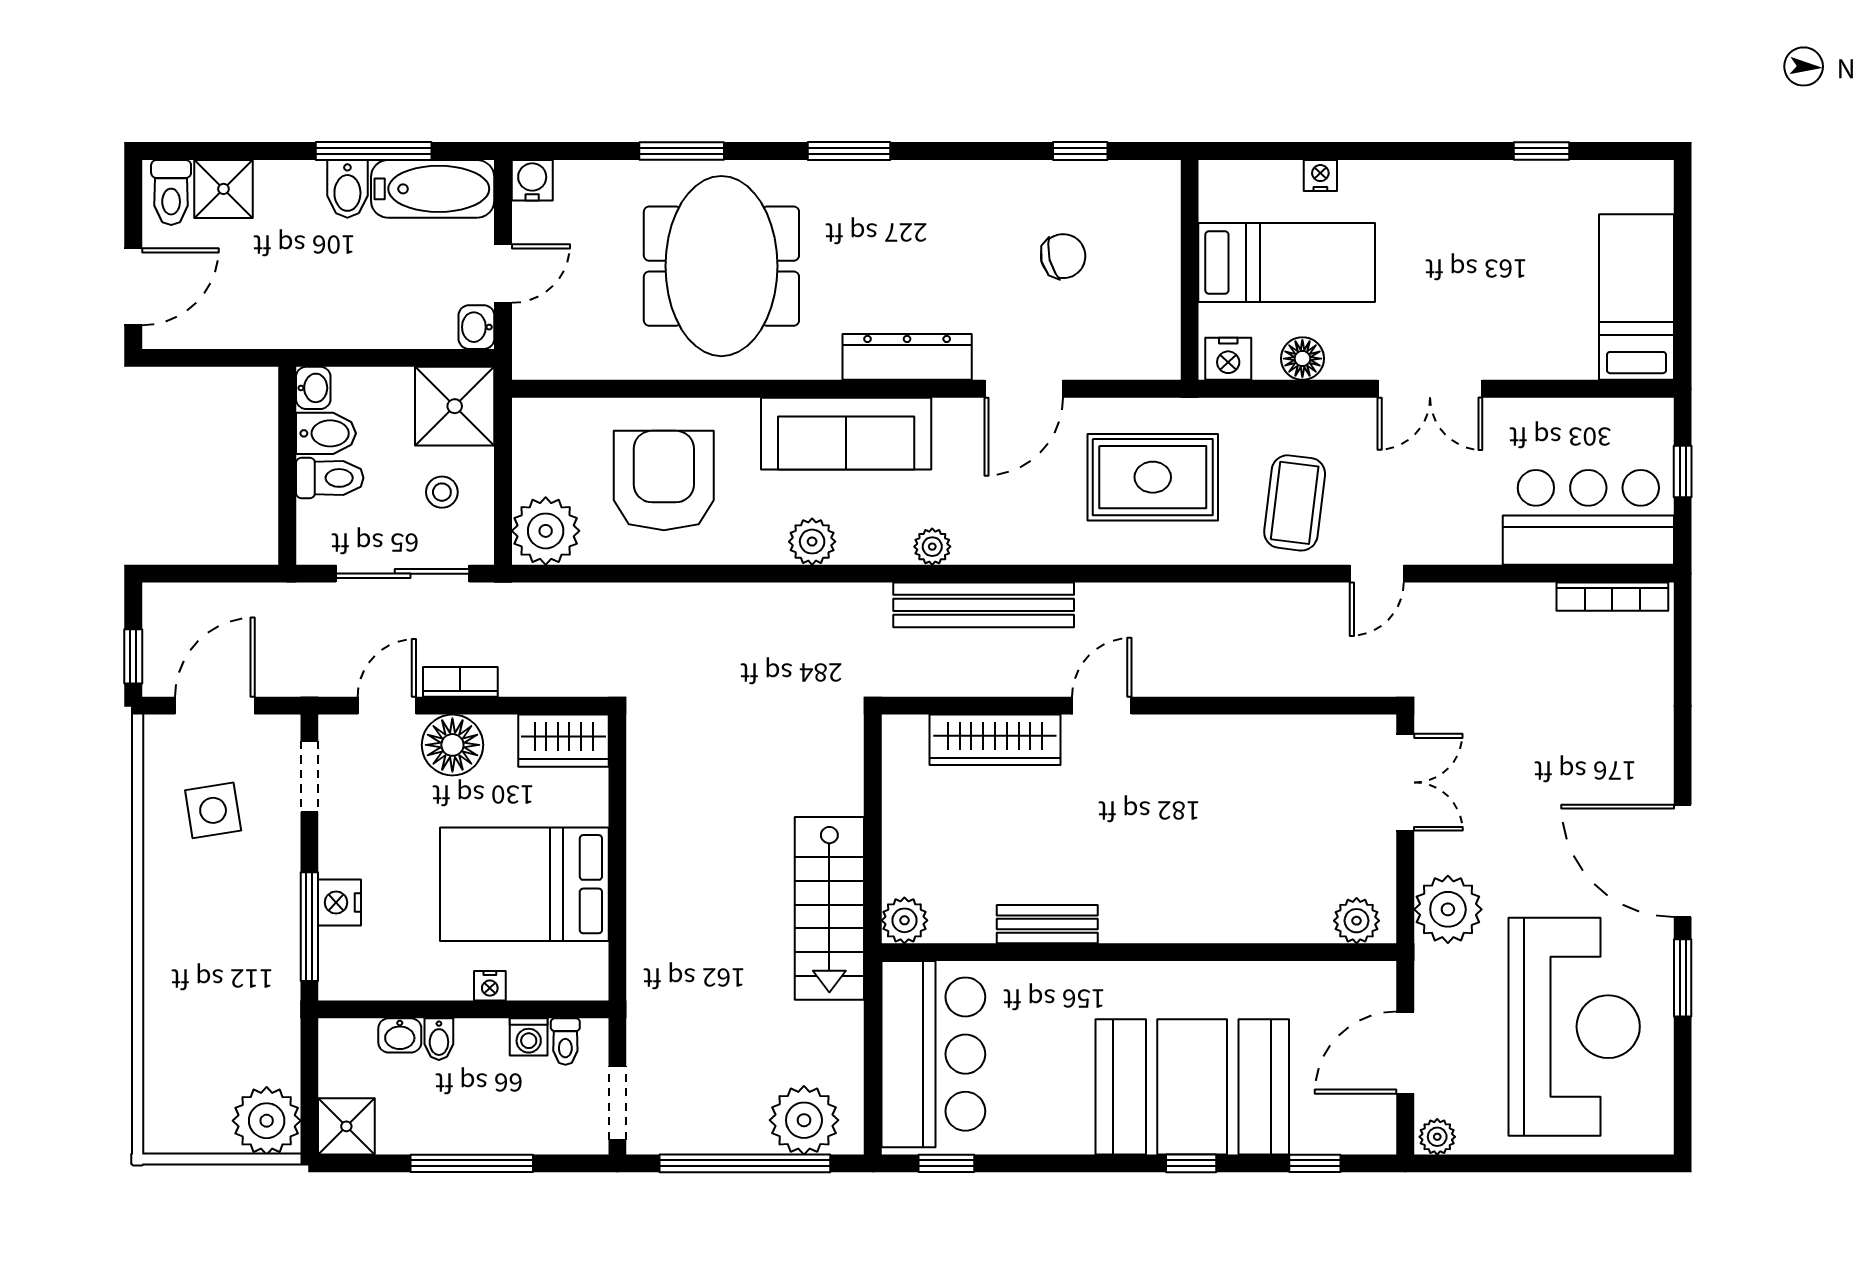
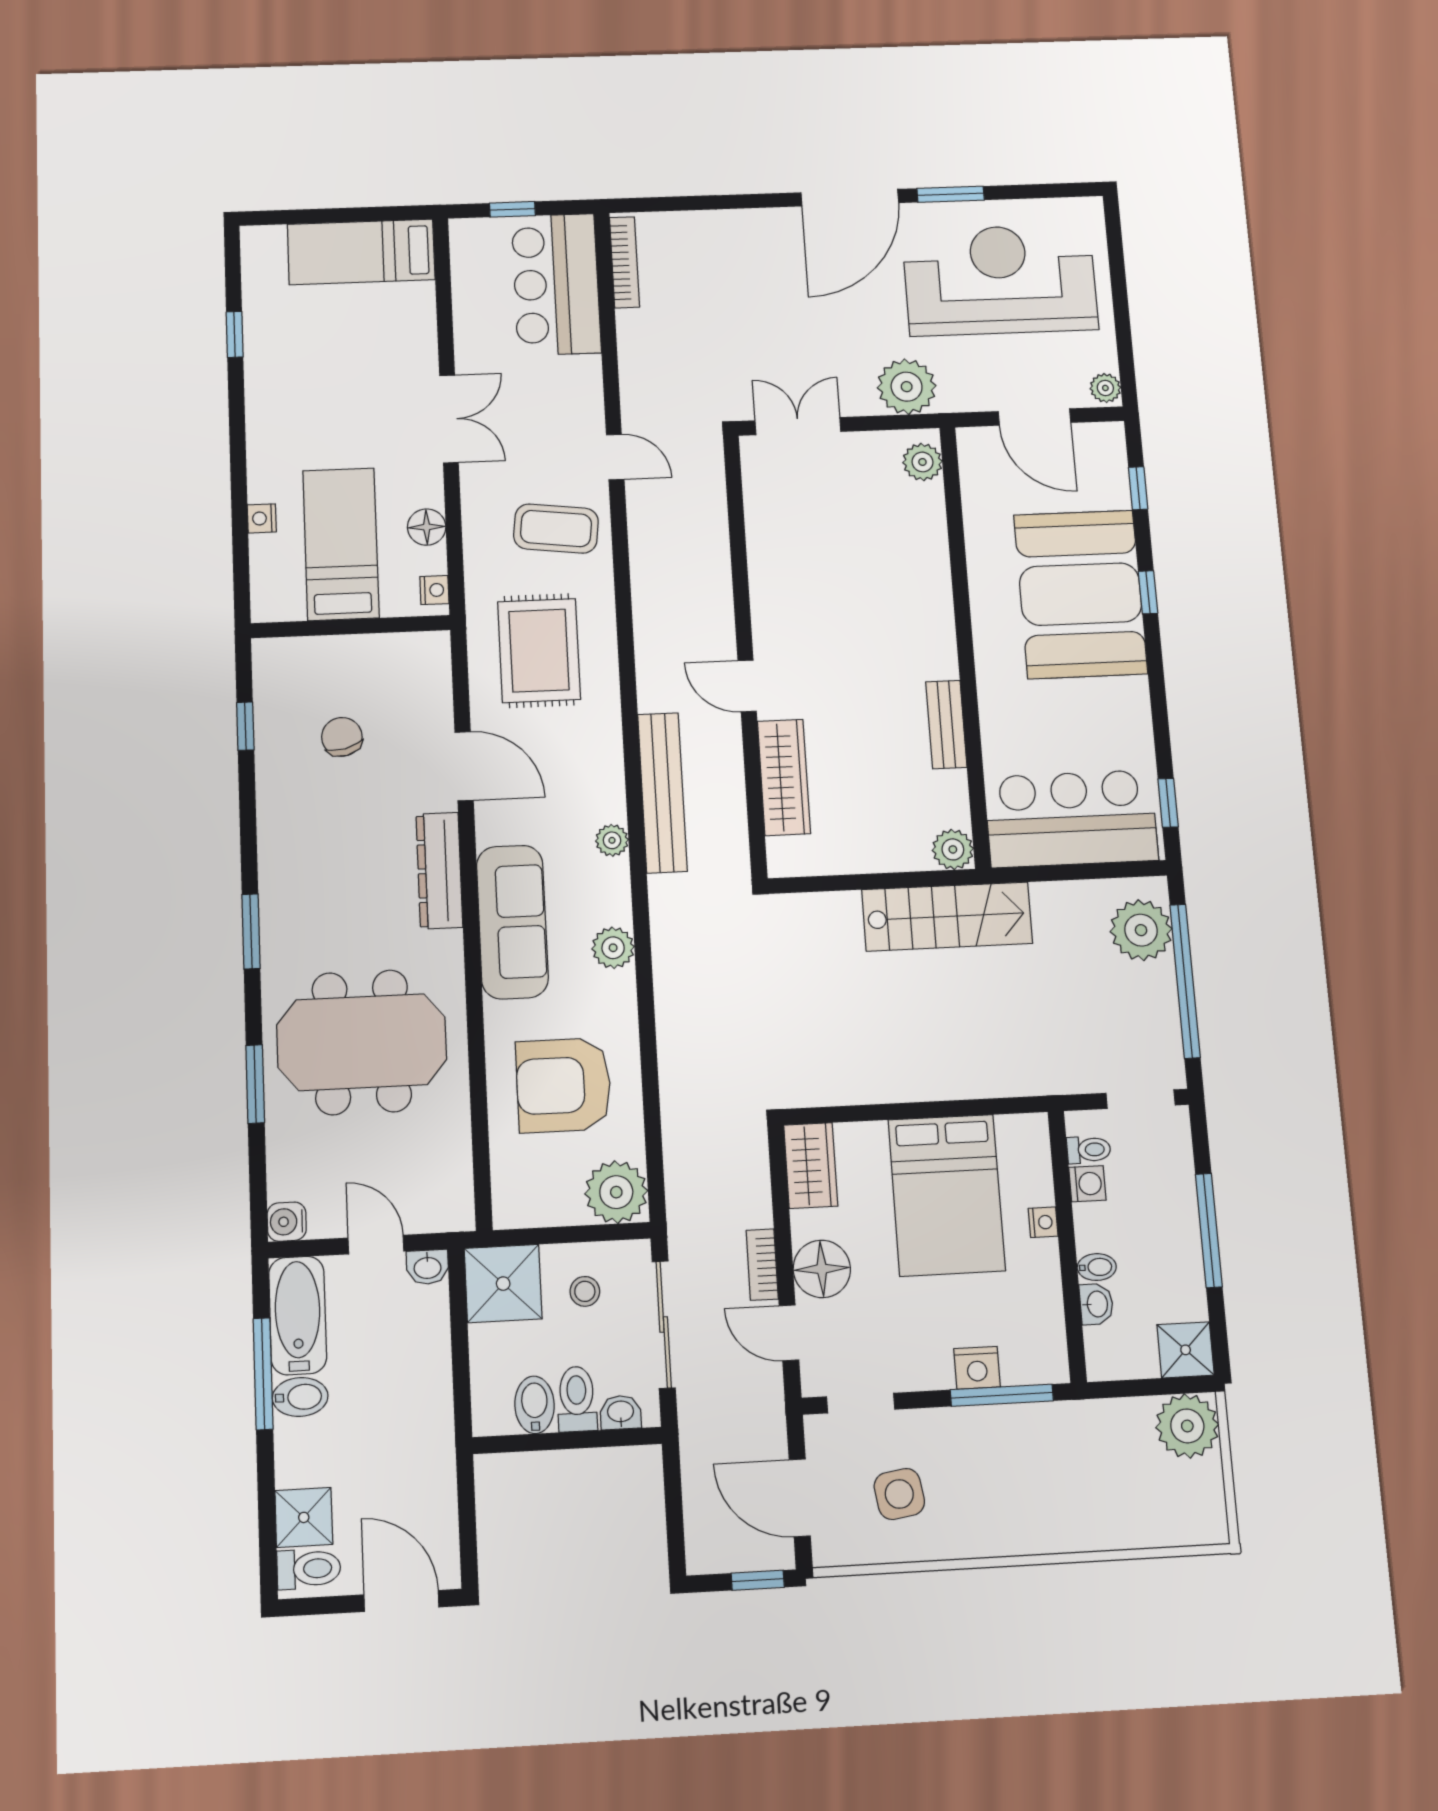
nightstand: (1228, 359) -> (434, 590), width x0.72, depth x0.74
washbasin: (313, 388) -> (621, 1412), moved

